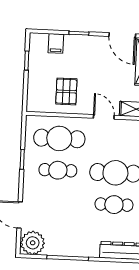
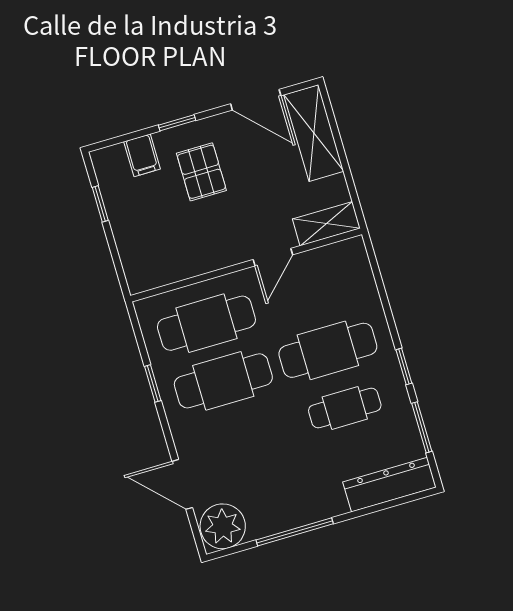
pallet: (66, 91) -> (201, 172), moved
door: (104, 117) -> (273, 257), swing flipped
cafe table: (58, 170) -> (223, 381), width x1.37, depth x1.35

